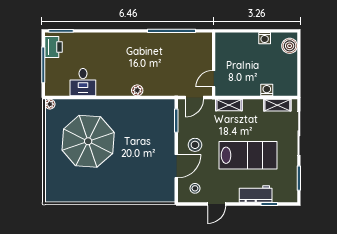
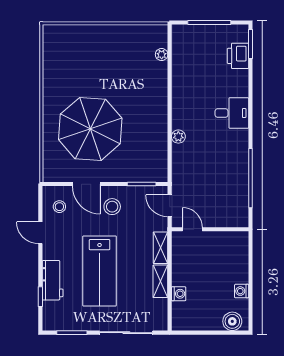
printer: (53, 47) -> (238, 56), moved, turned 90
desk: (83, 82) -> (232, 113), moved, turned 180
plant: (50, 104) -> (162, 55), moved
shelving: (277, 105) -> (160, 281), moved
parasol: (88, 141) -> (90, 129), moved

